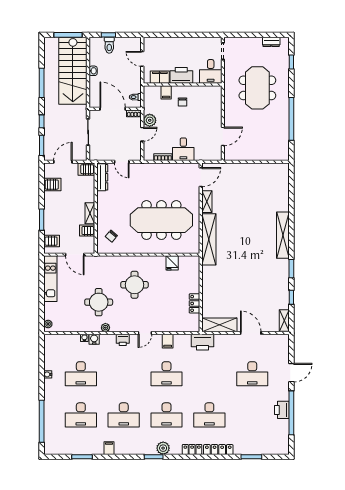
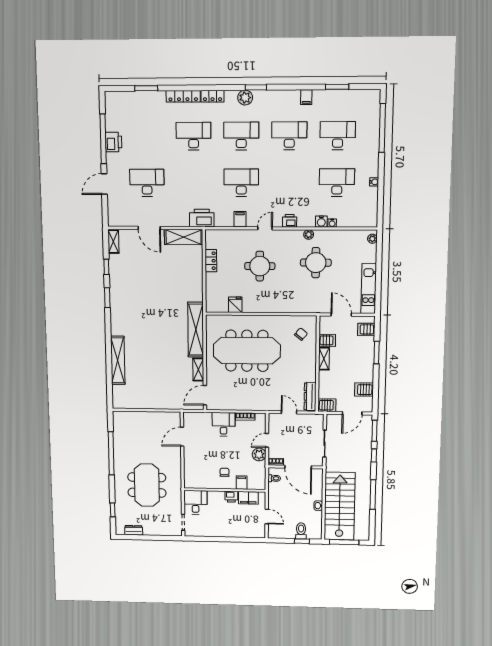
printer: (181, 75) -> (231, 497), width x0.53, depth x0.68
shelving: (283, 235) -> (118, 360), moved
round table: (134, 285) -> (260, 266), moved

